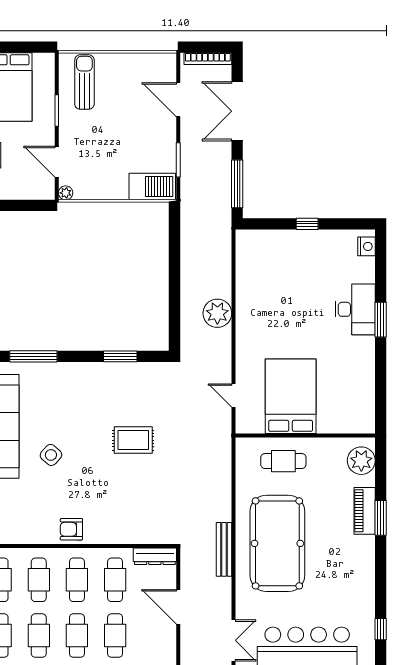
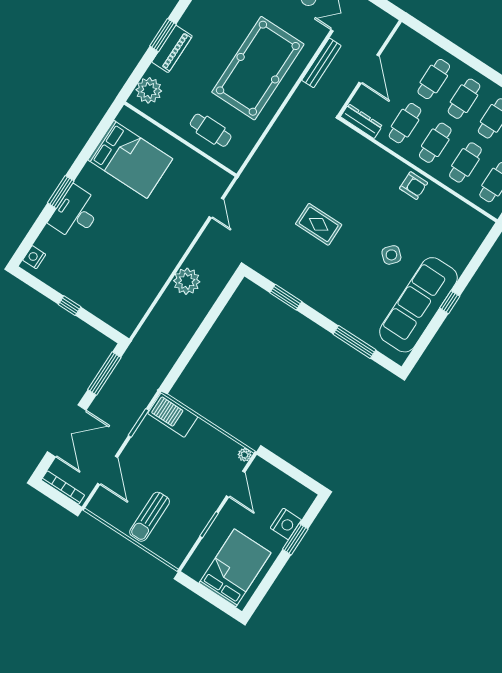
sun lounger: (84, 82) -> (150, 517), moved
bed: (291, 396) -> (130, 159), moved, turned -90
bench: (224, 549) -> (321, 63), moved

